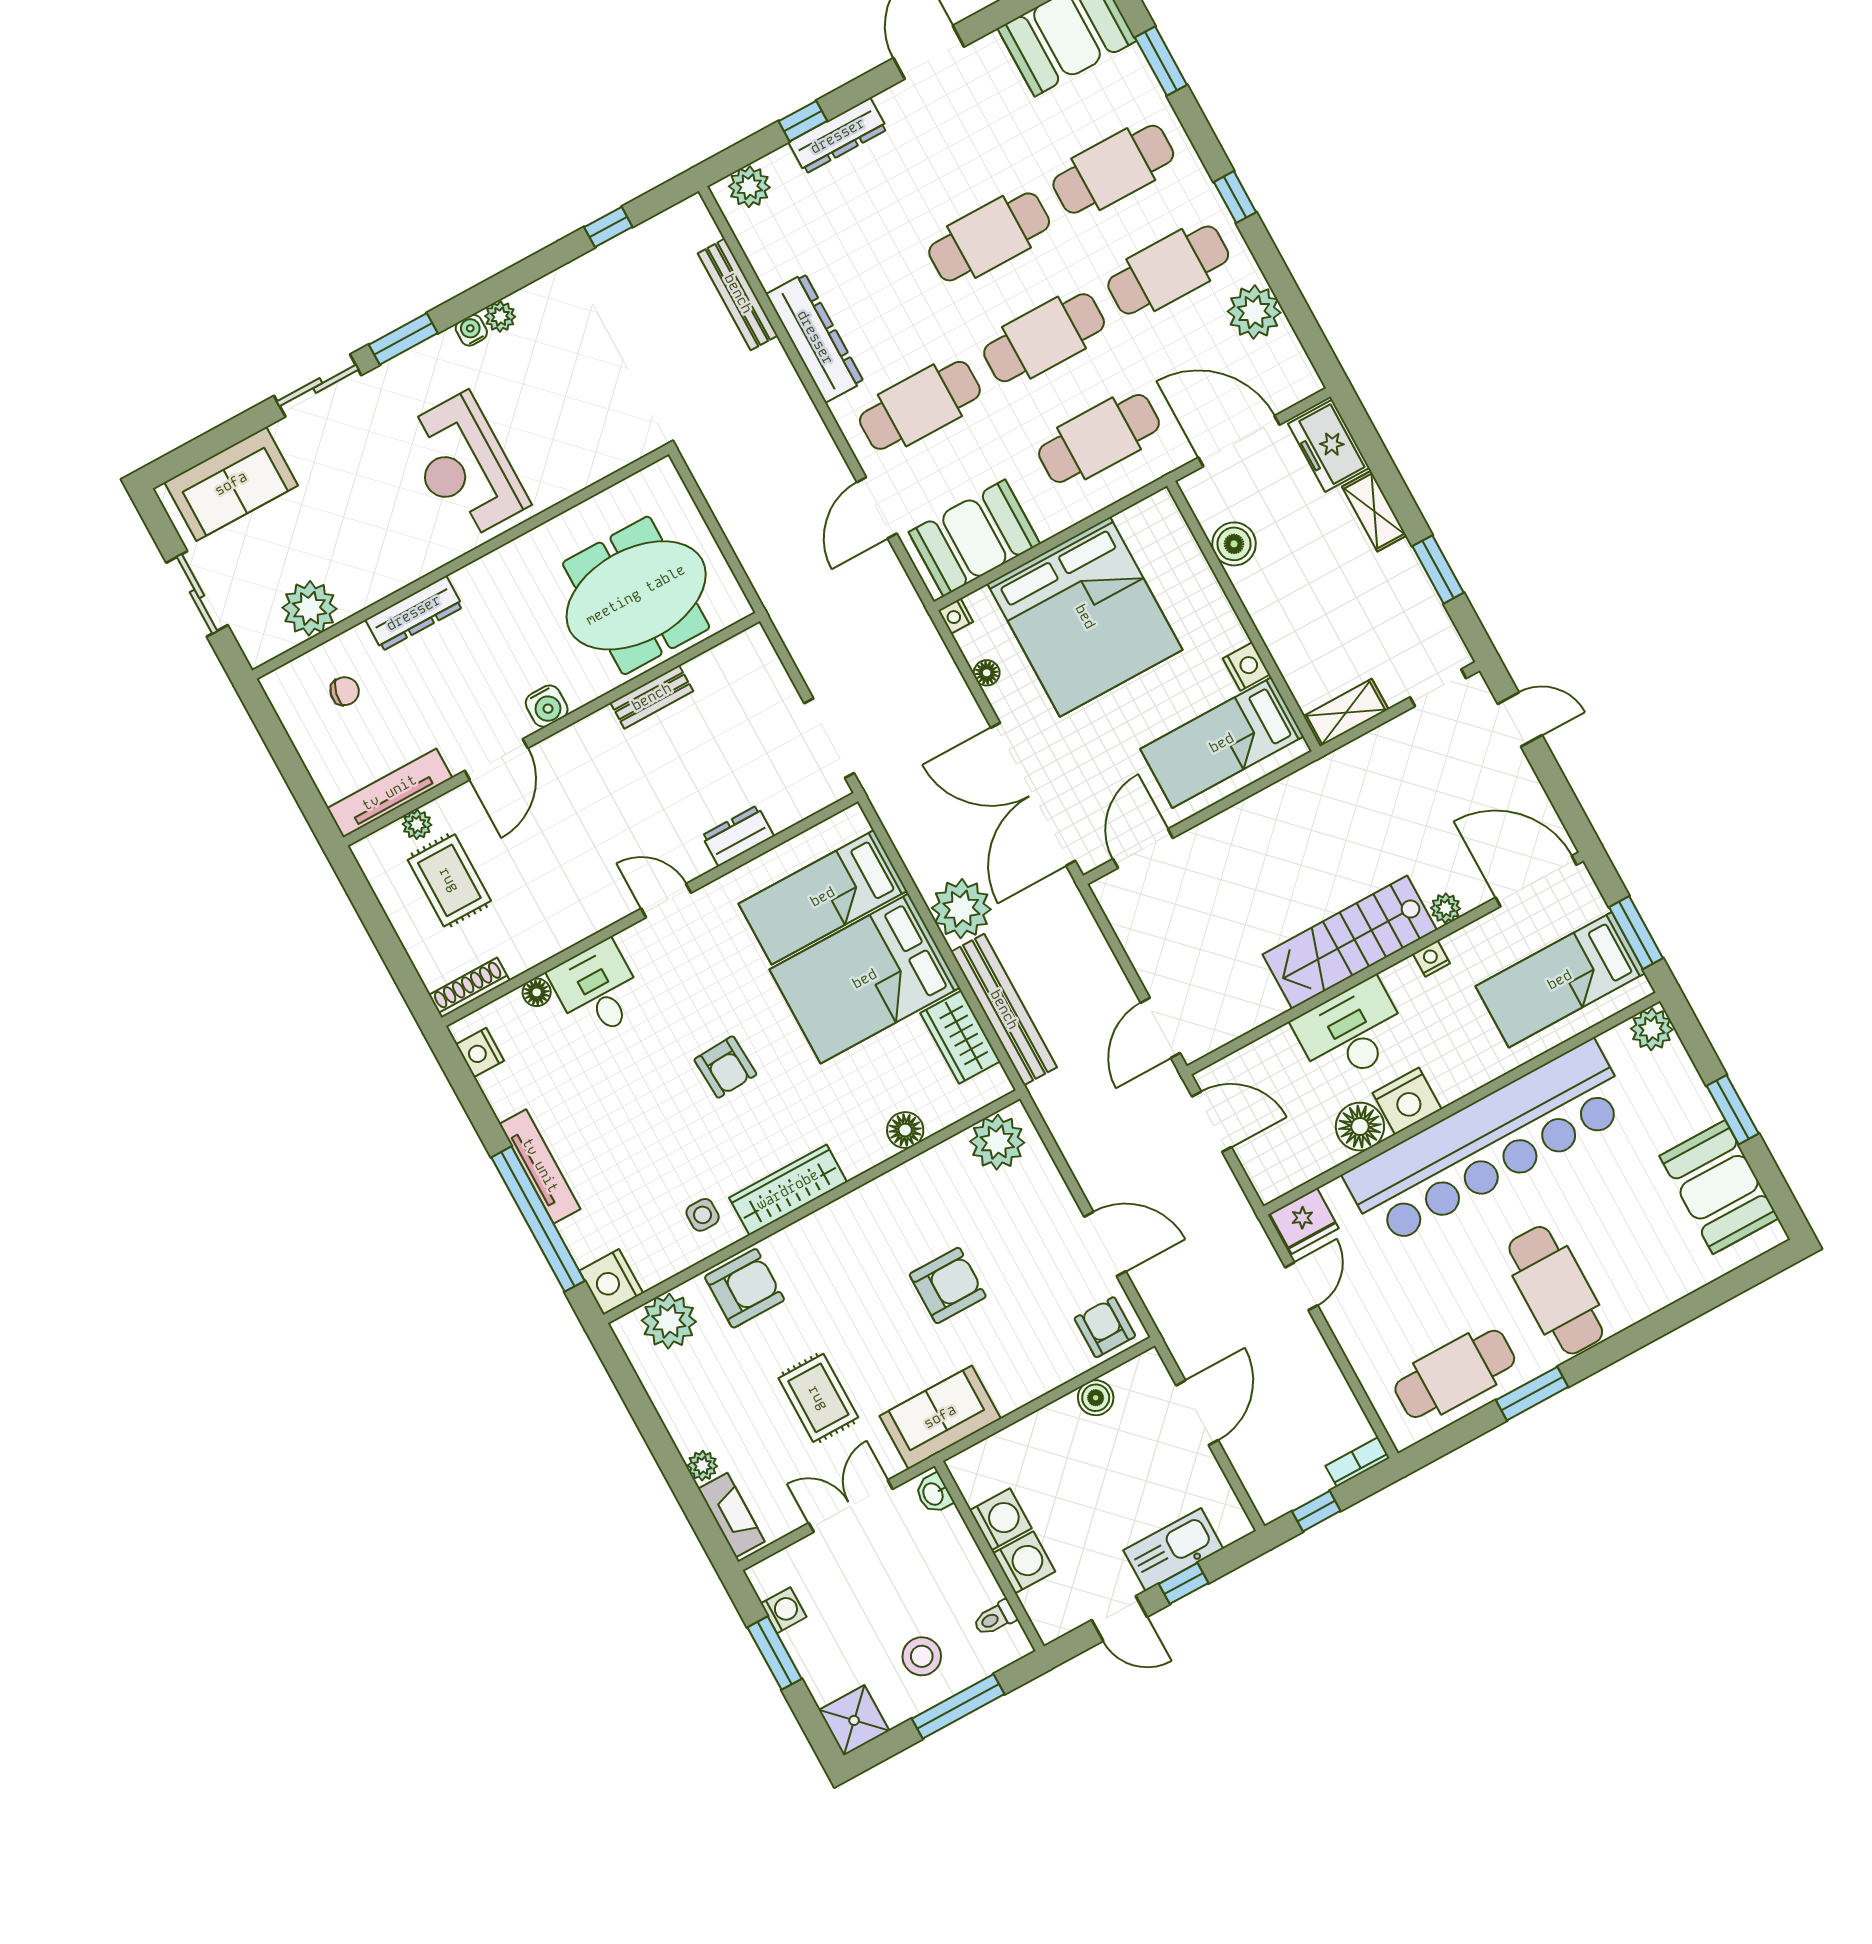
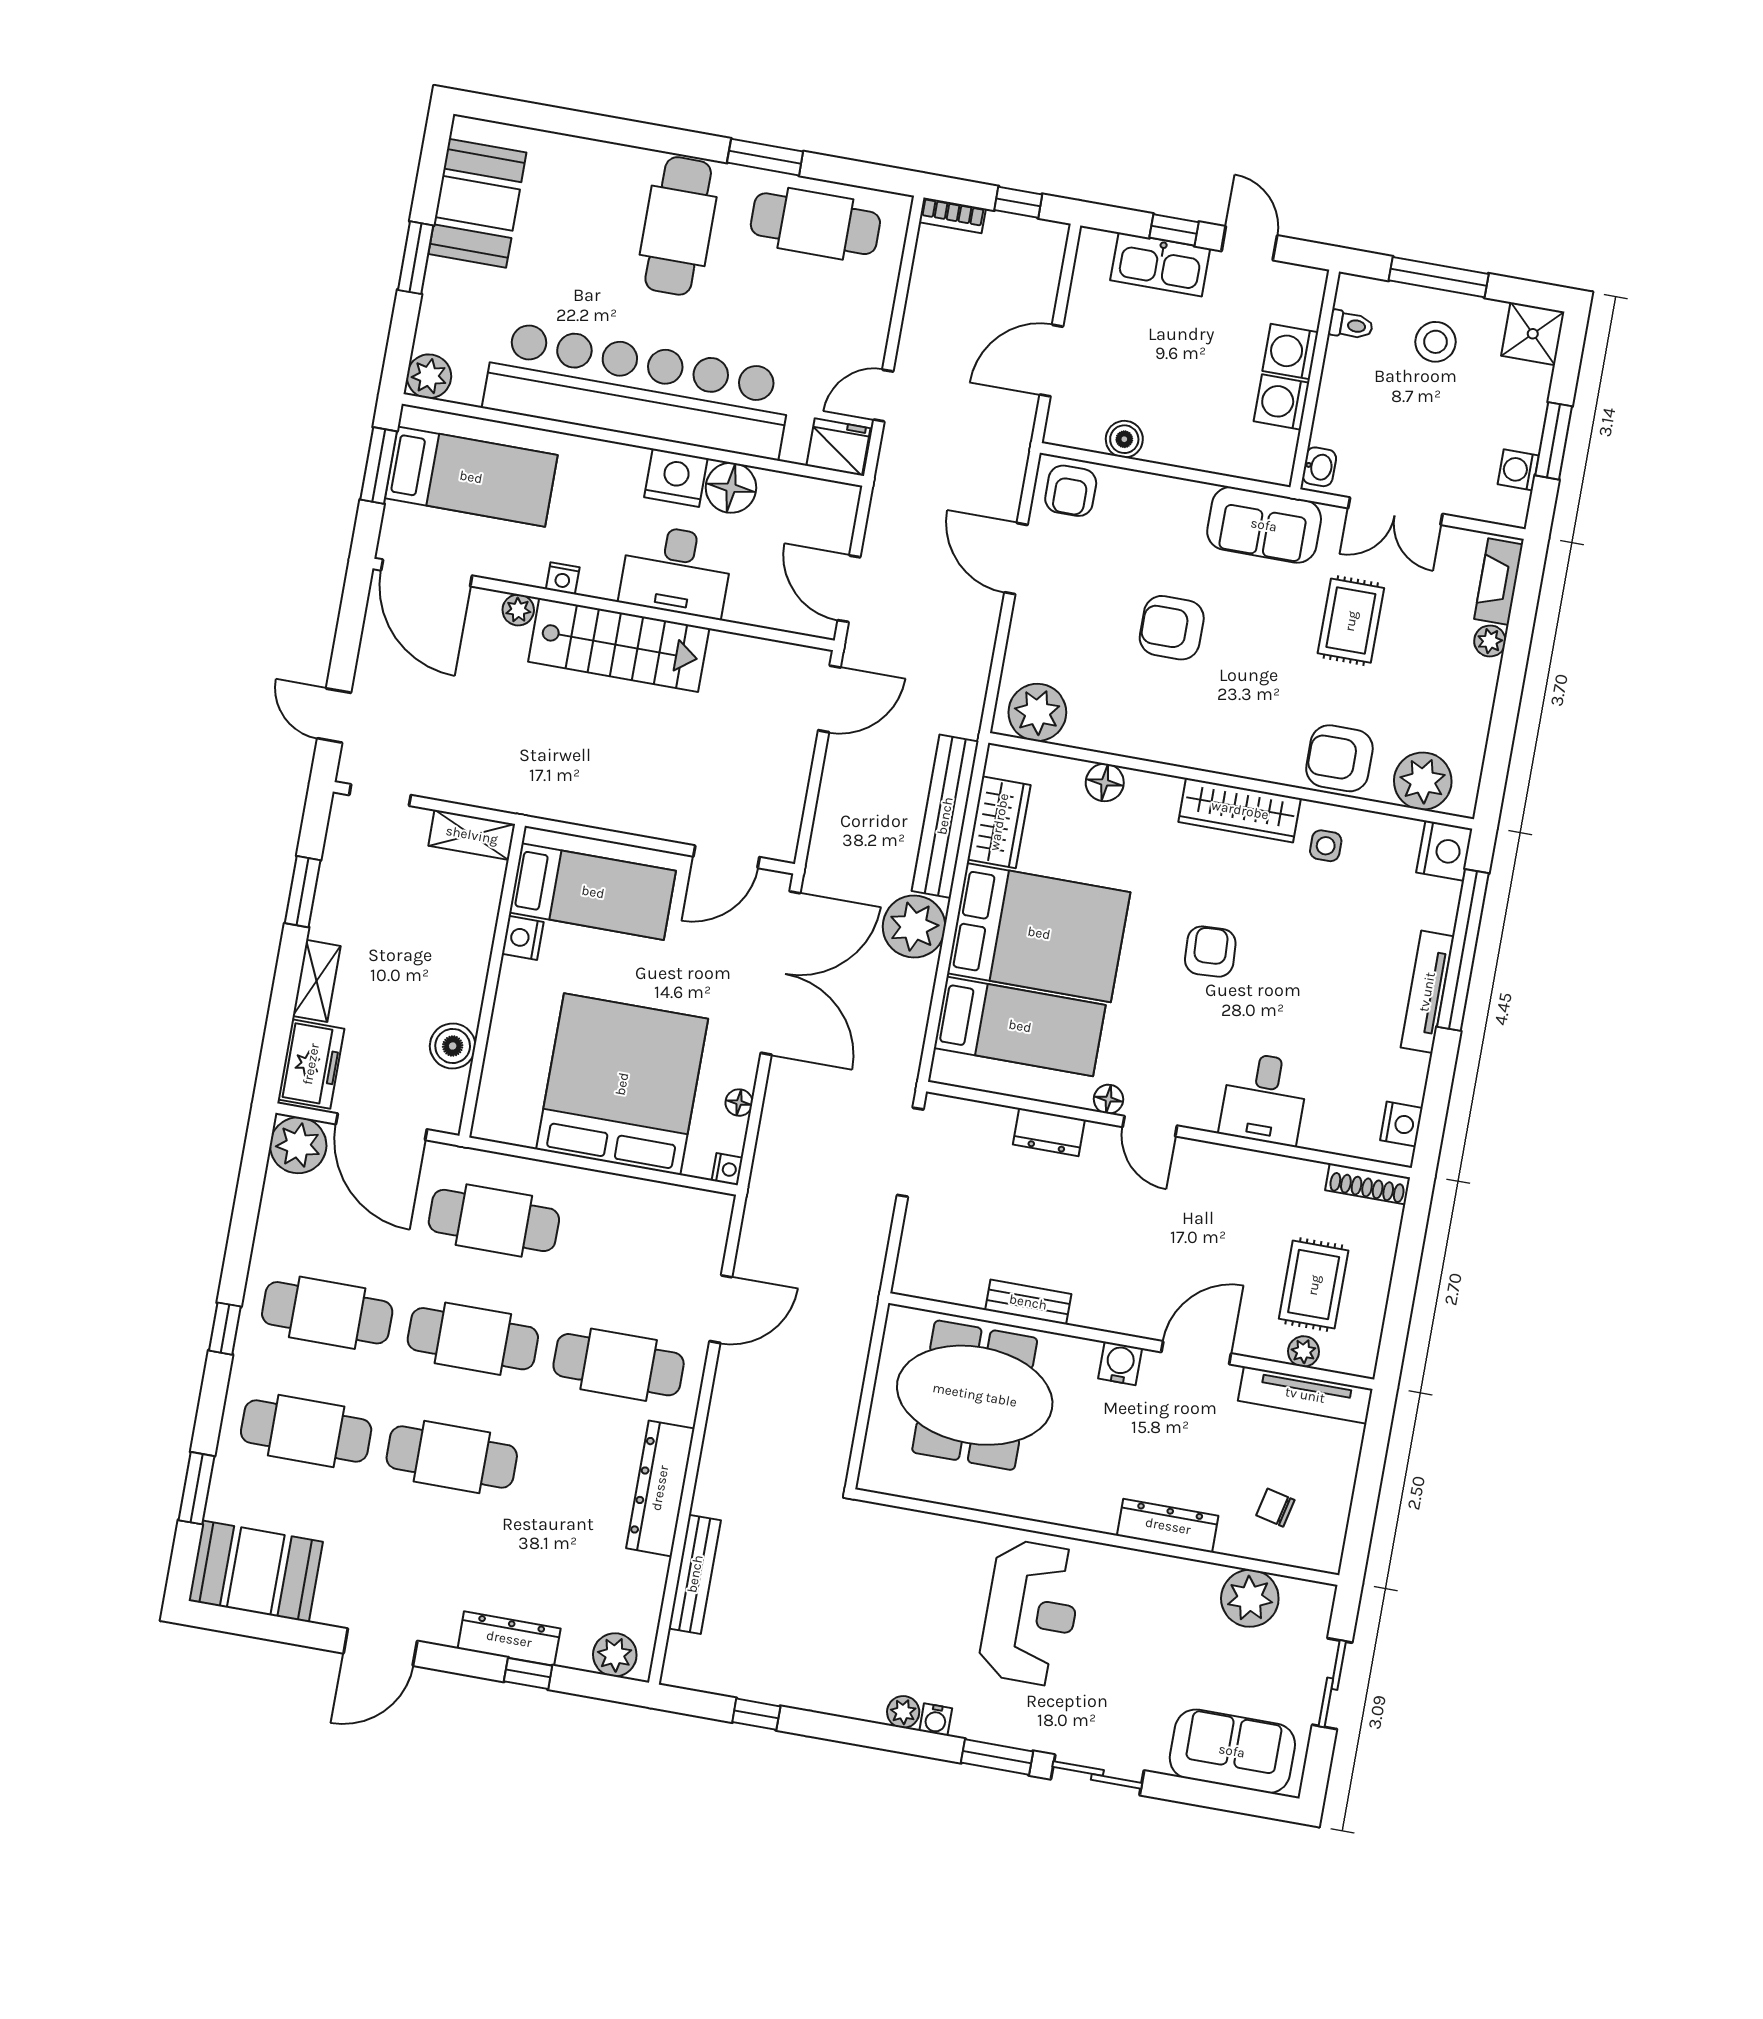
plant: (1254, 312) -> (298, 1145), moved
booth: (974, 538) -> (661, 1221), removed
floor lamp: (537, 992) -> (1108, 1099), moved

